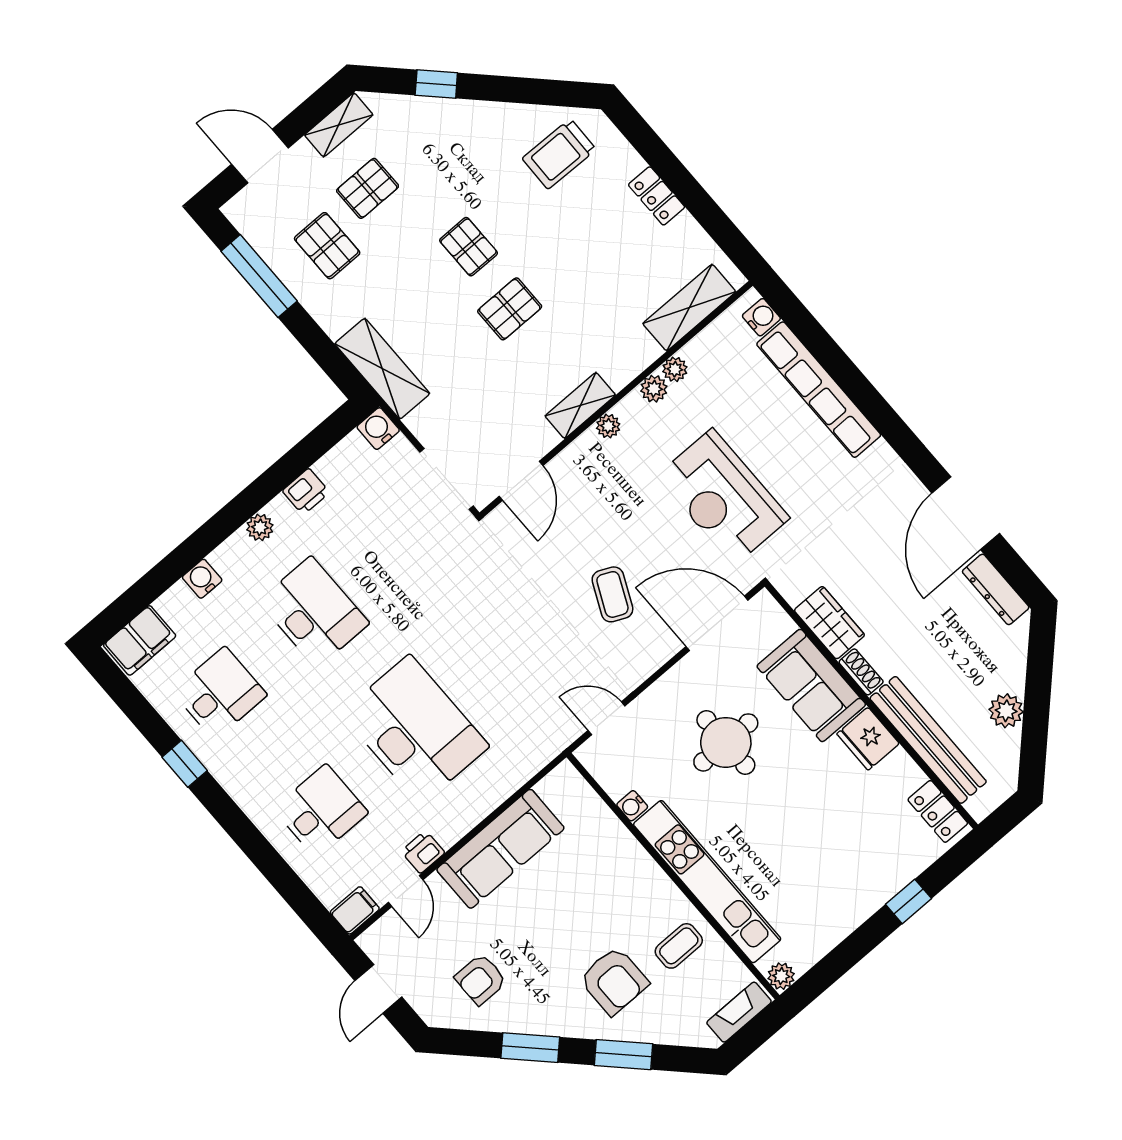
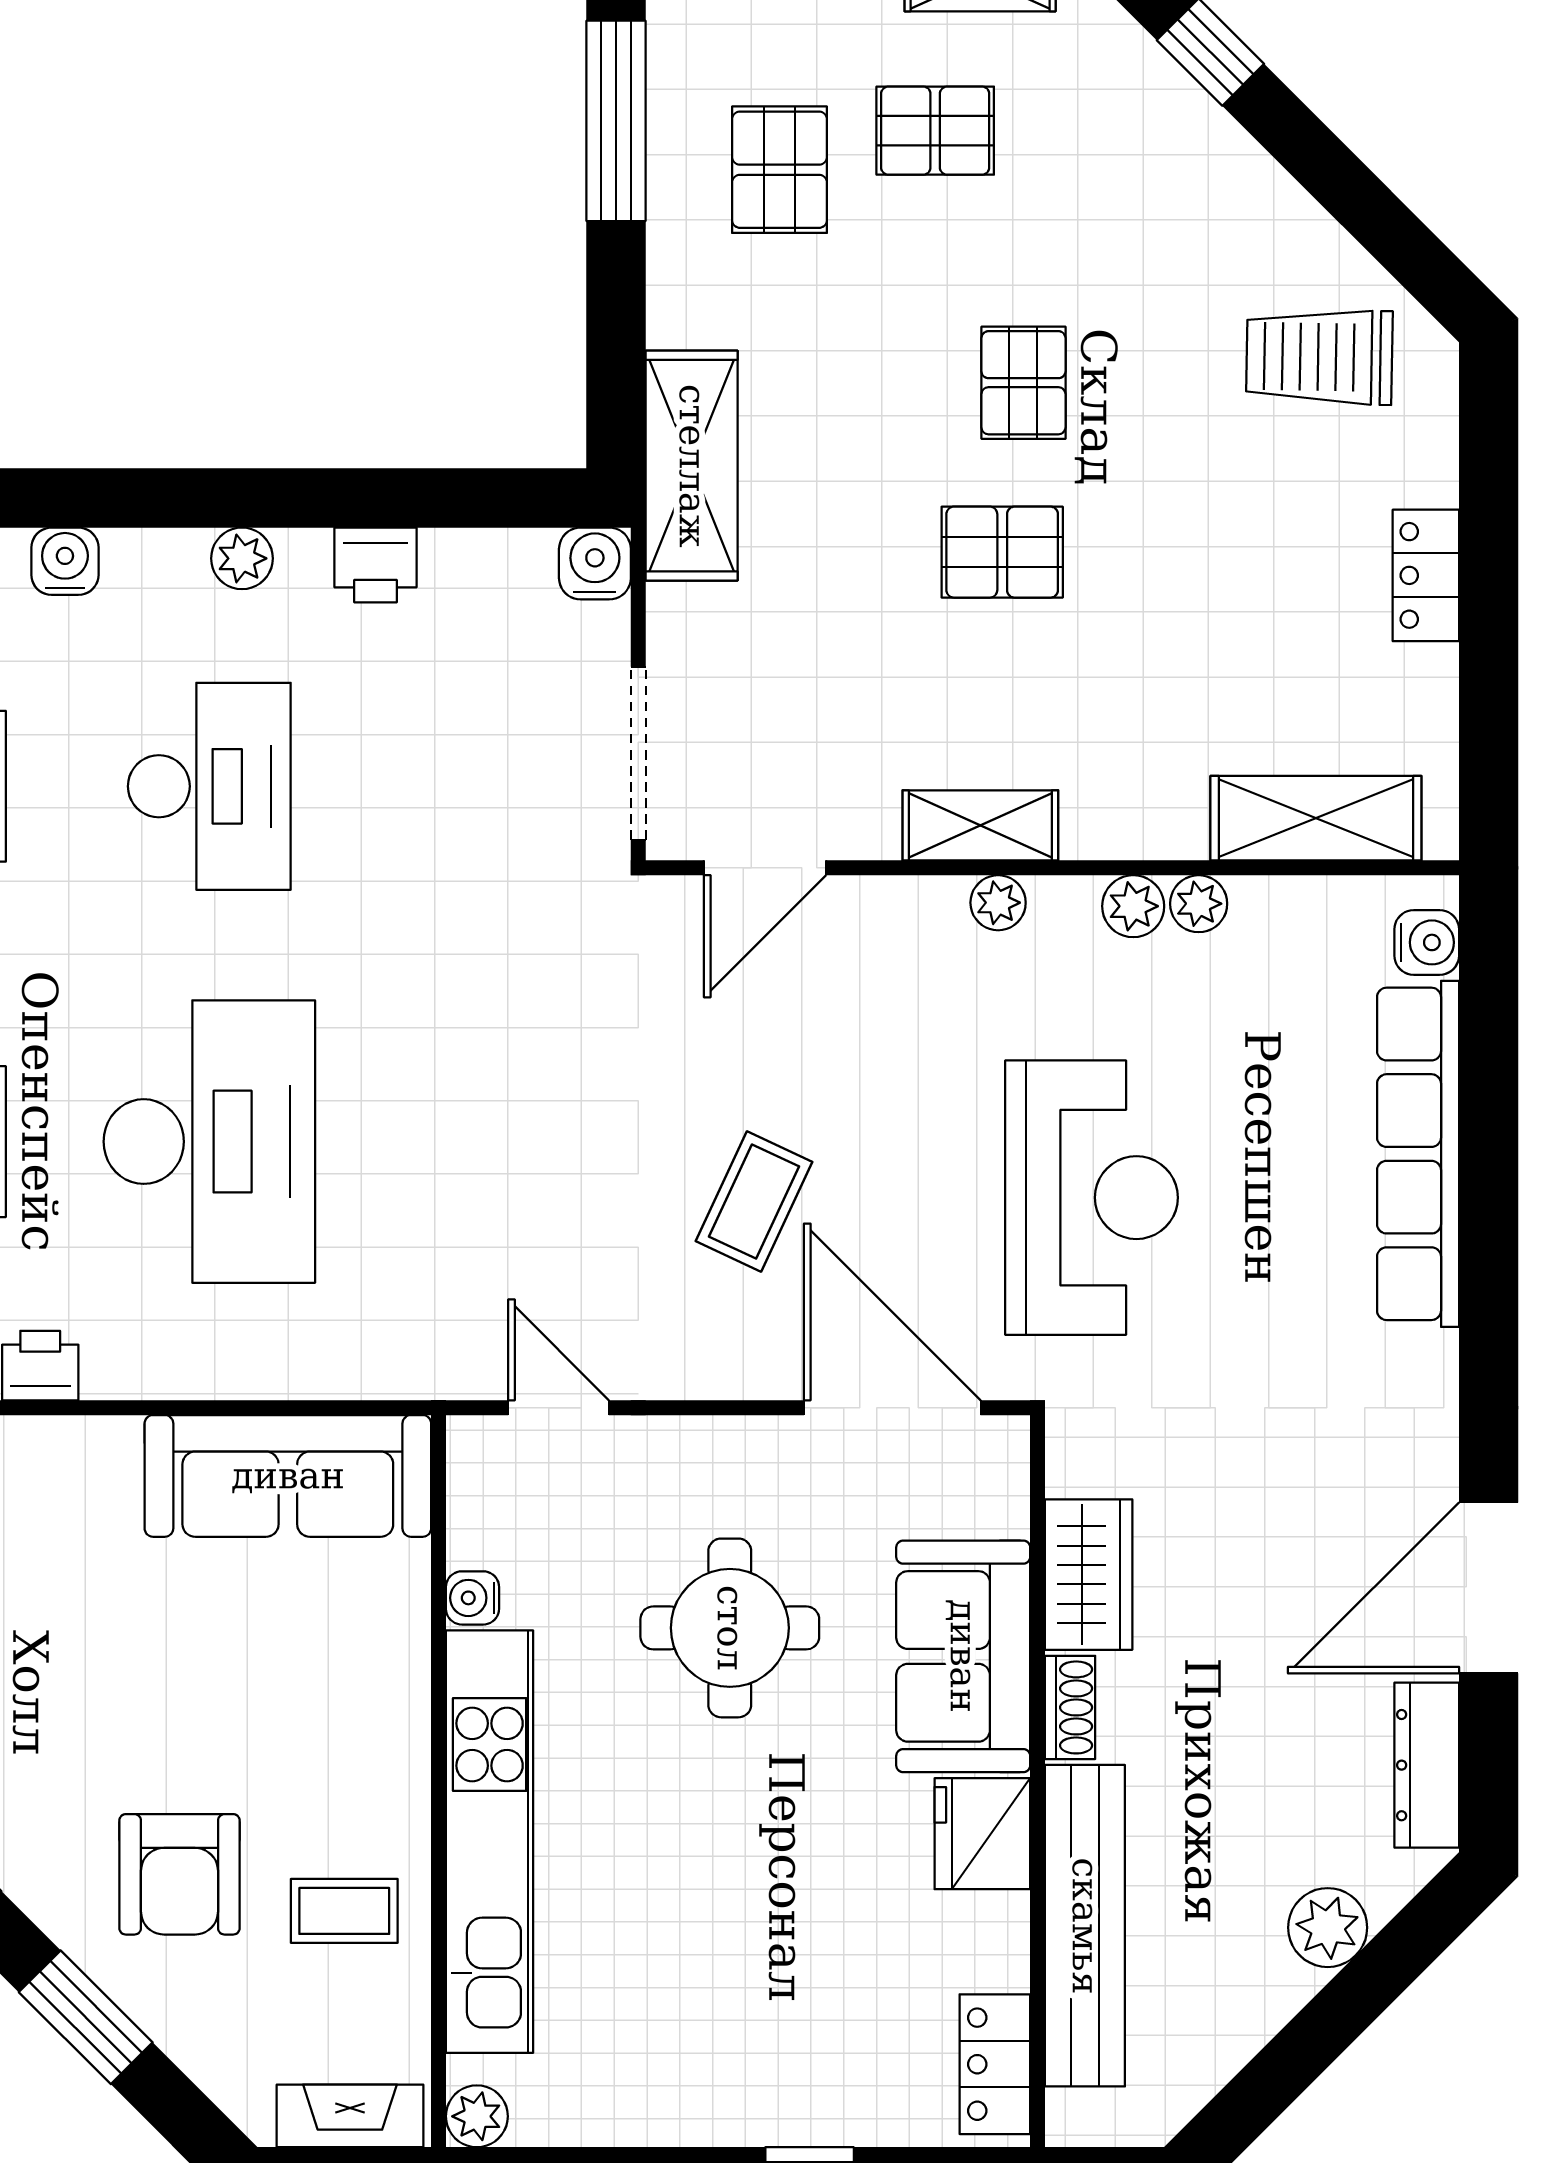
reception desk: (723, 497) -> (1092, 1198), turned 180
plant: (1006, 711) -> (1328, 1928), moved
sofa: (500, 849) -> (288, 1476), moved

